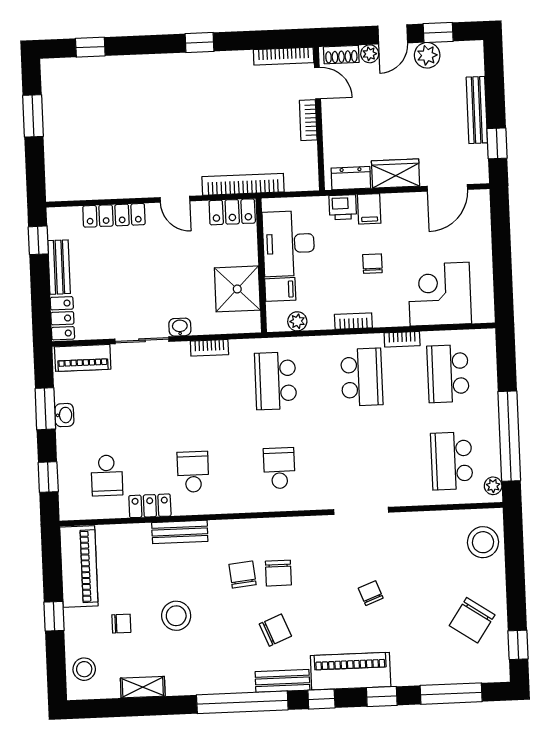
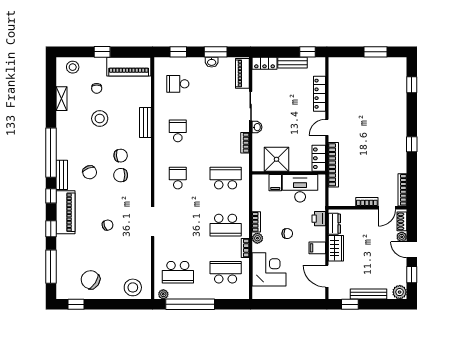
plant: (427, 55) -> (400, 292), moved
filing cabinet: (369, 209) -> (317, 248), moved
plant: (297, 321) -> (257, 238), moved
school desk: (452, 461) -> (178, 272), turned 180
school desk: (279, 468) -> (178, 178), turned -90
school desk: (193, 472) -> (178, 131), turned -90
locker: (150, 506) -> (160, 107), removed

